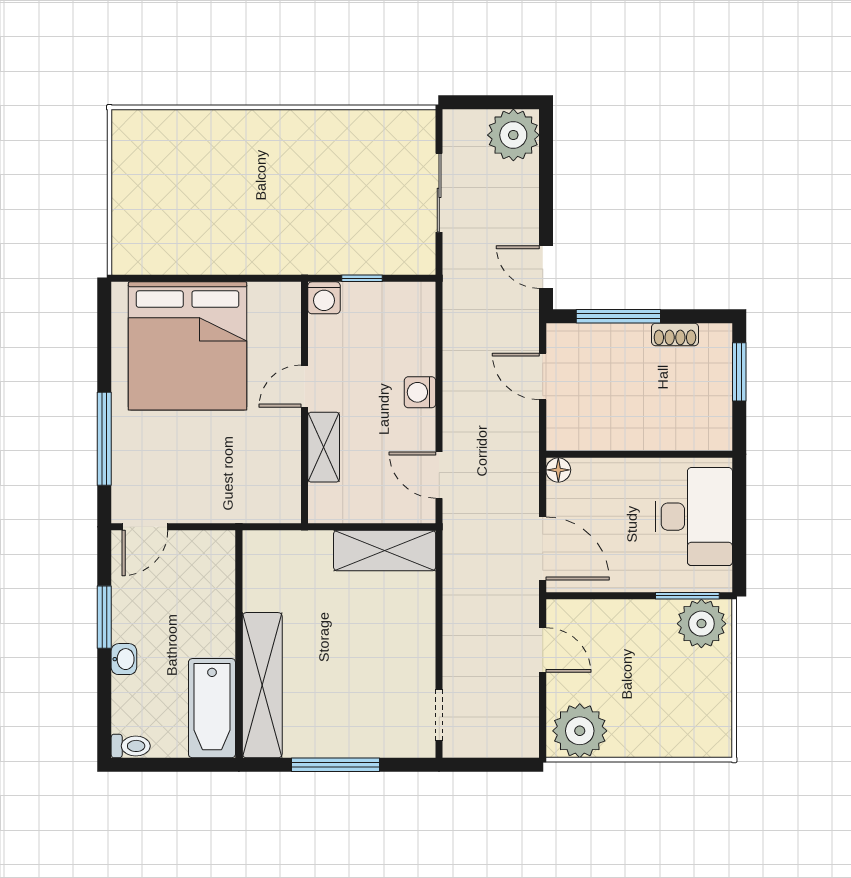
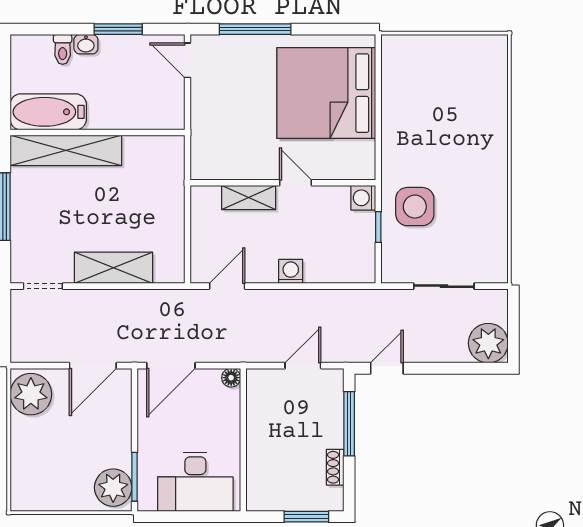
side table: (335, 231) -> (415, 207), added
shelving: (385, 551) -> (114, 268), moved, turned 90
door: (543, 650) -> (93, 366), width x1.38
toilet: (131, 746) -> (63, 49), moved

